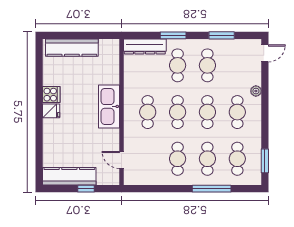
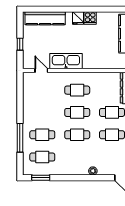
kitchen sink: (109, 106) -> (66, 61), moved
cafe table: (237, 112) -> (77, 157), removed
cafe table: (178, 159) -> (42, 112), removed
door: (121, 160) -> (41, 71), hinge flipped
kitchen counter: (69, 176) -> (45, 18), moved, turned 90

